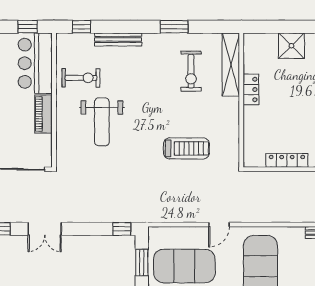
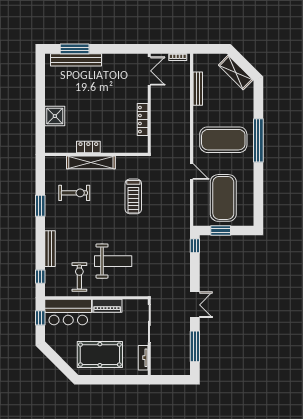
shelving: (231, 65) -> (91, 162), moved
treadmill: (186, 148) -> (133, 196), turned 180

